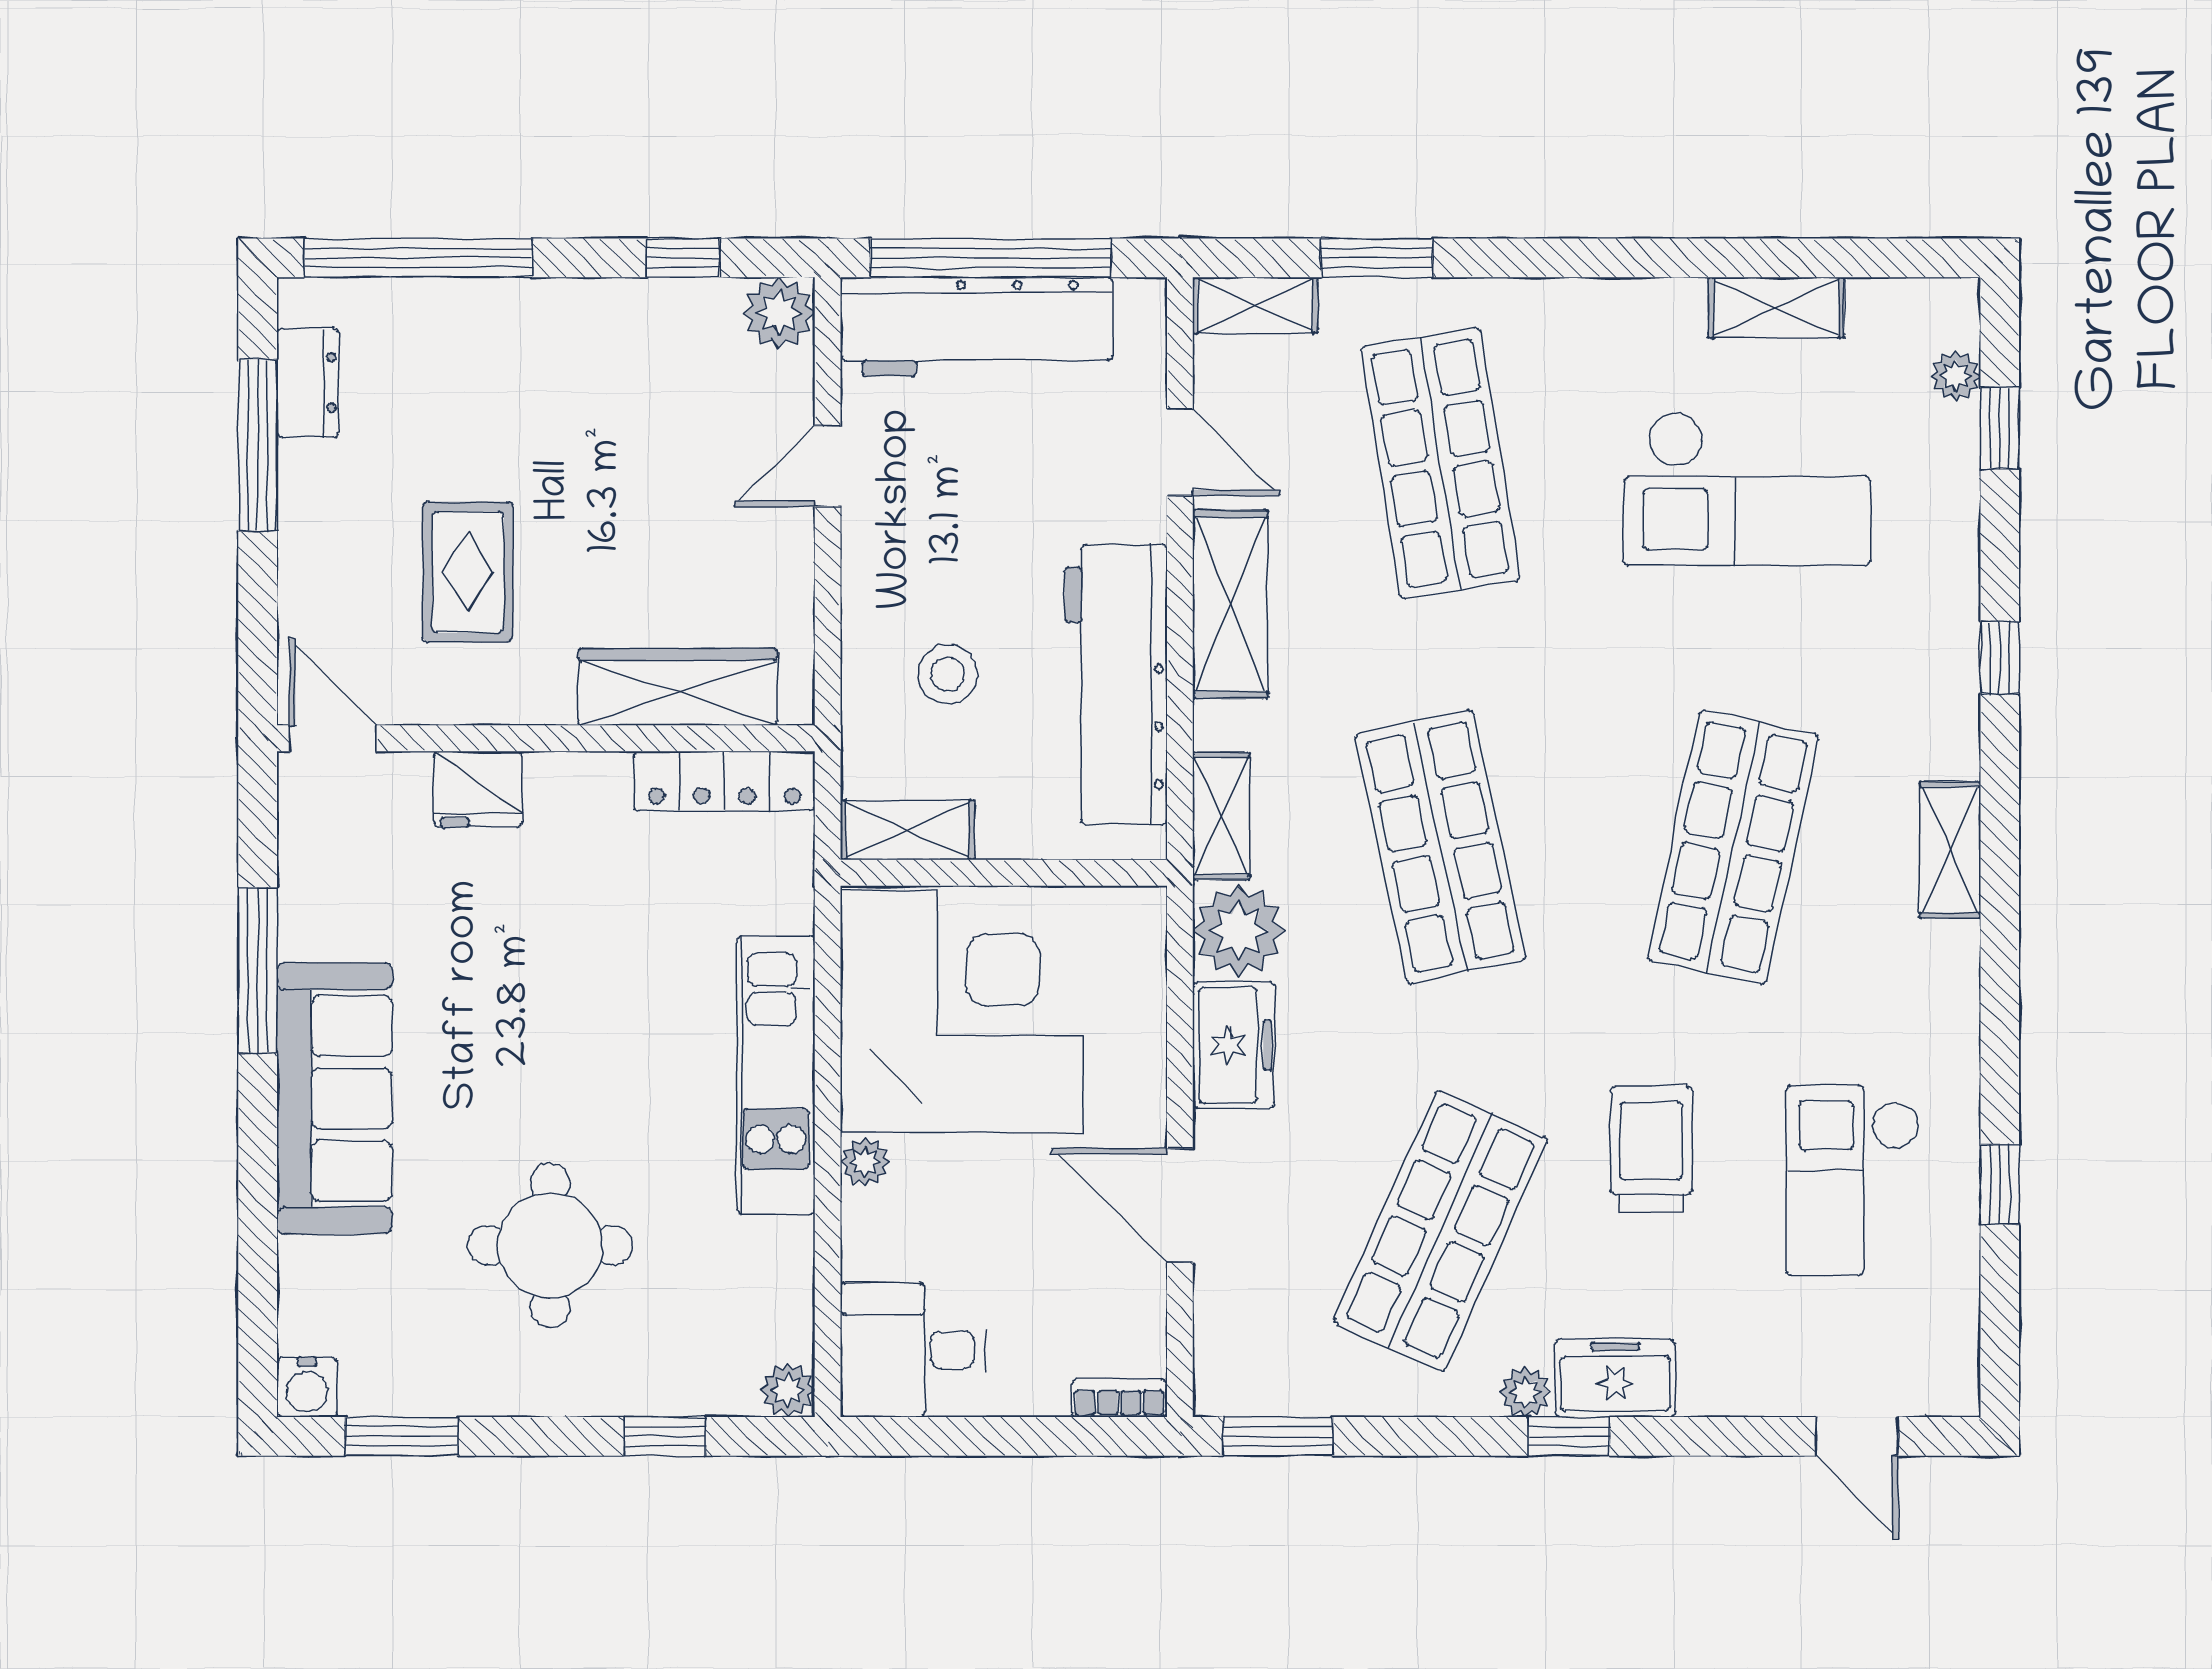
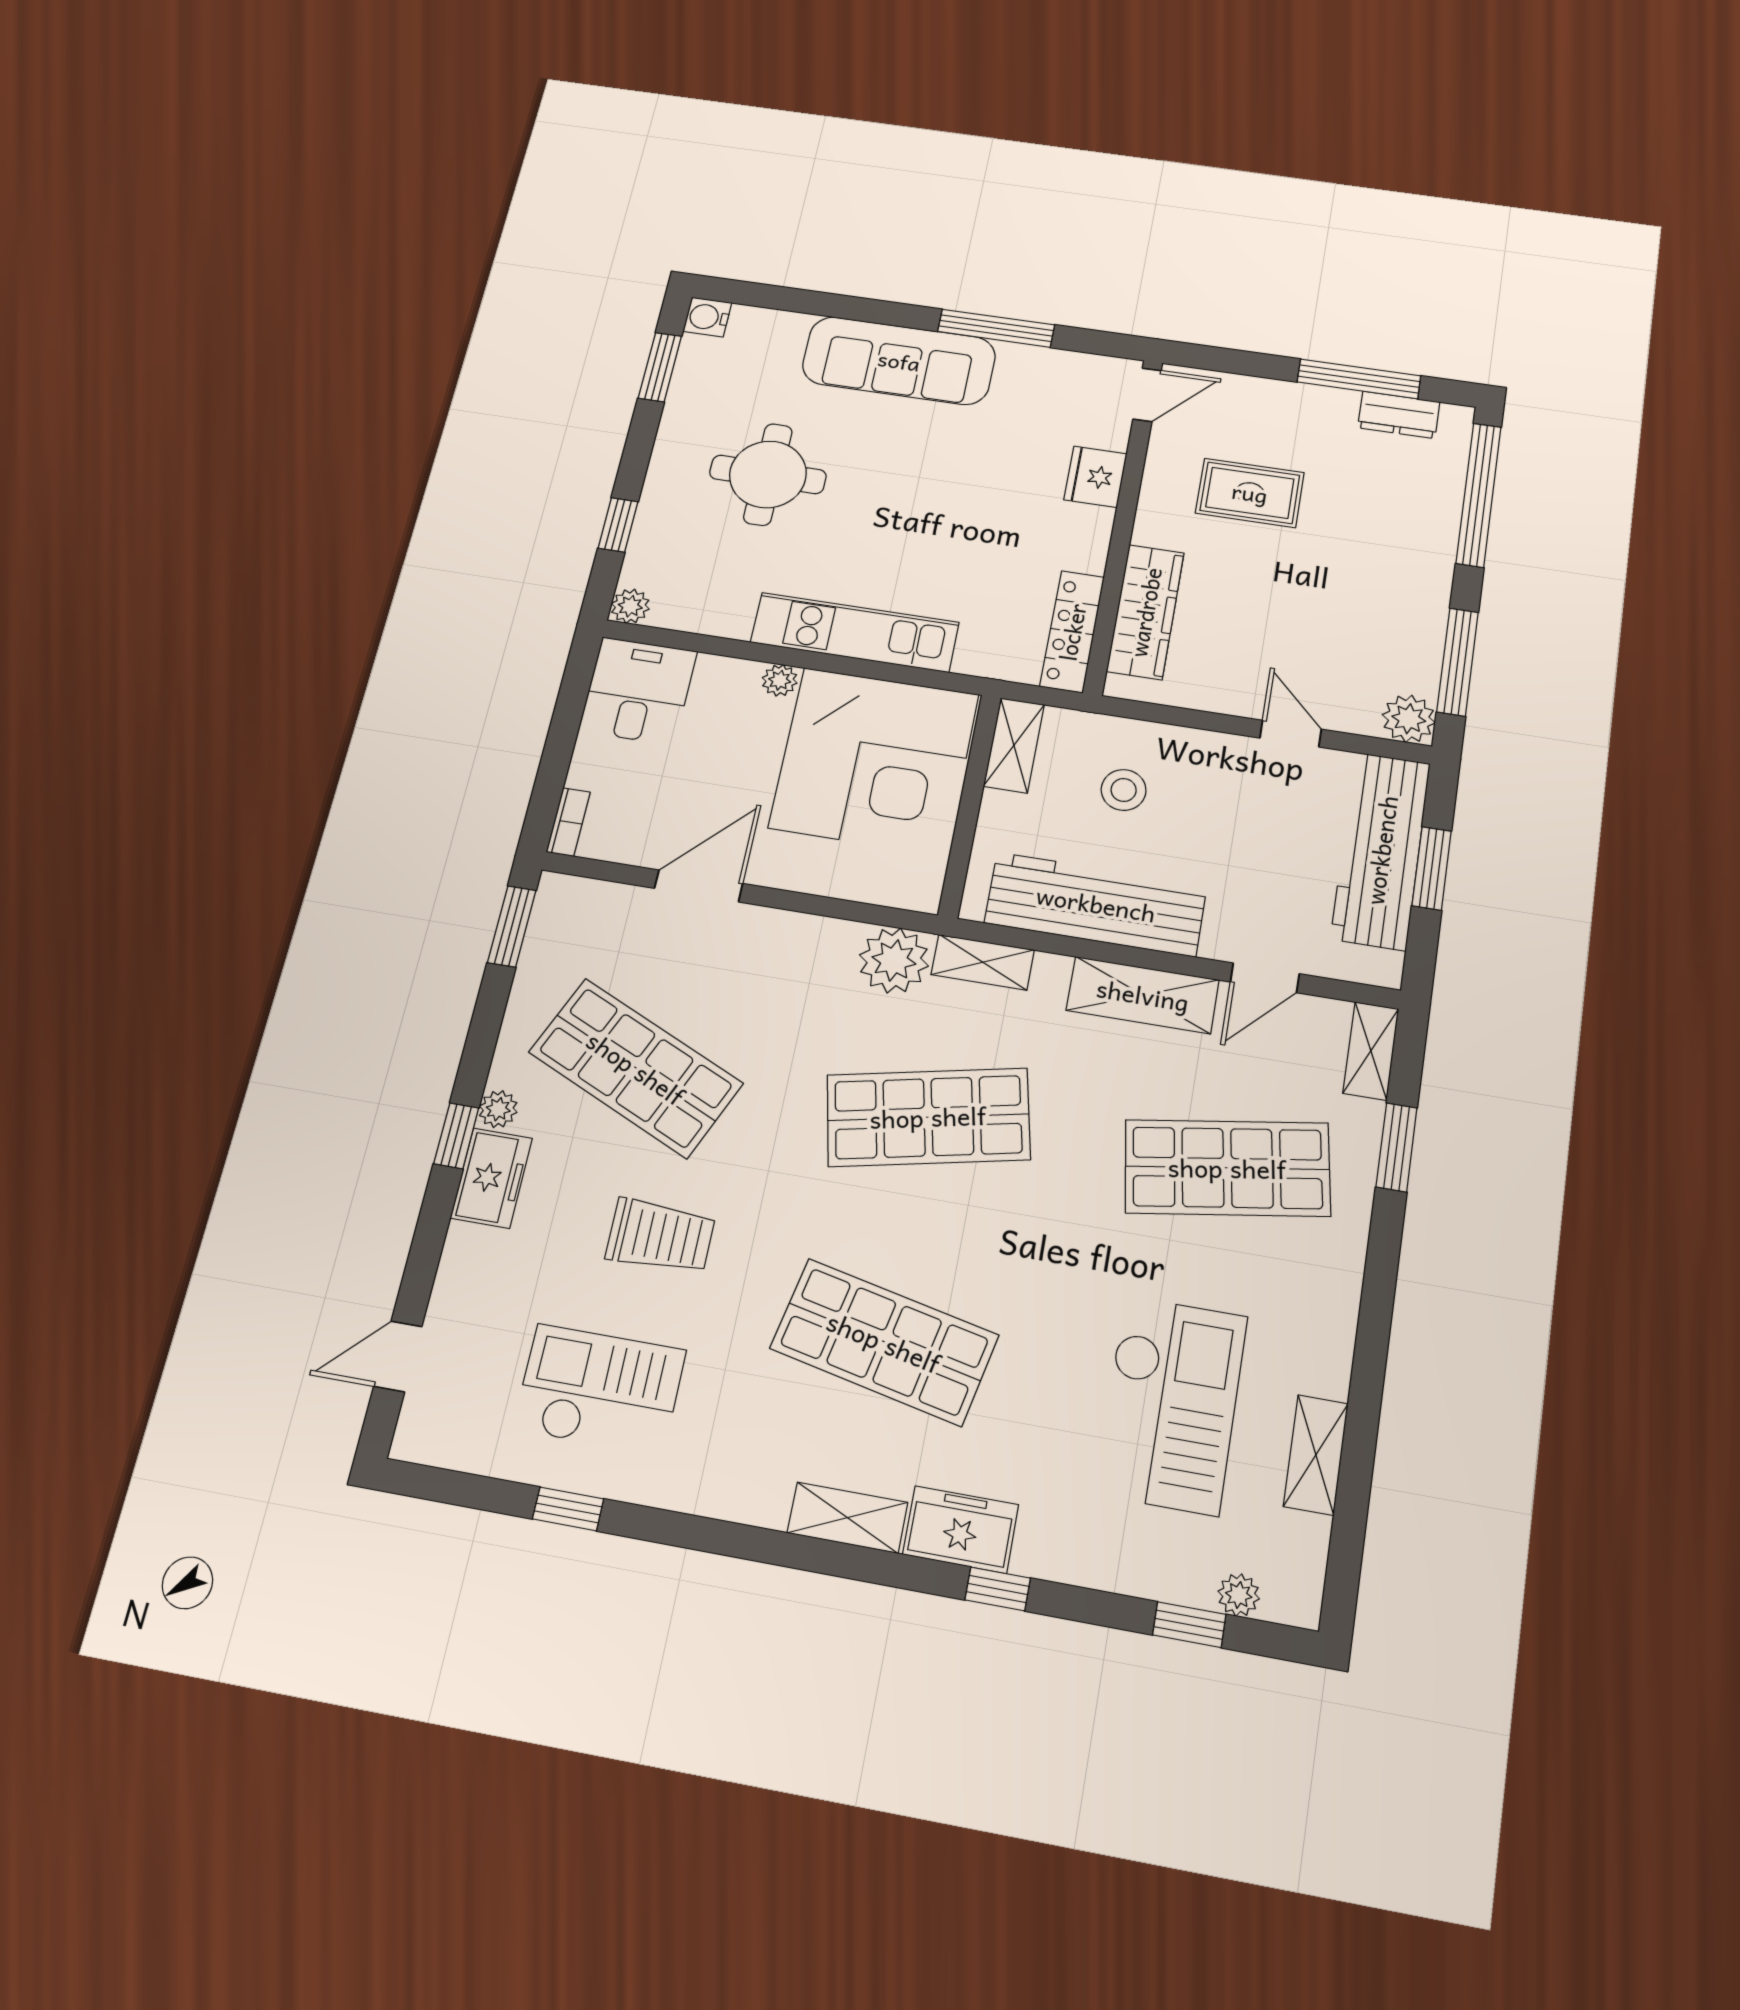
window: (683, 258) -> (1458, 662), width x2.17
window: (991, 258) -> (1432, 868), width x0.47
checkout: (1747, 489) -> (1171, 1404), turned 180
freezer: (1234, 1045) -> (961, 1529), moved, turned 180

